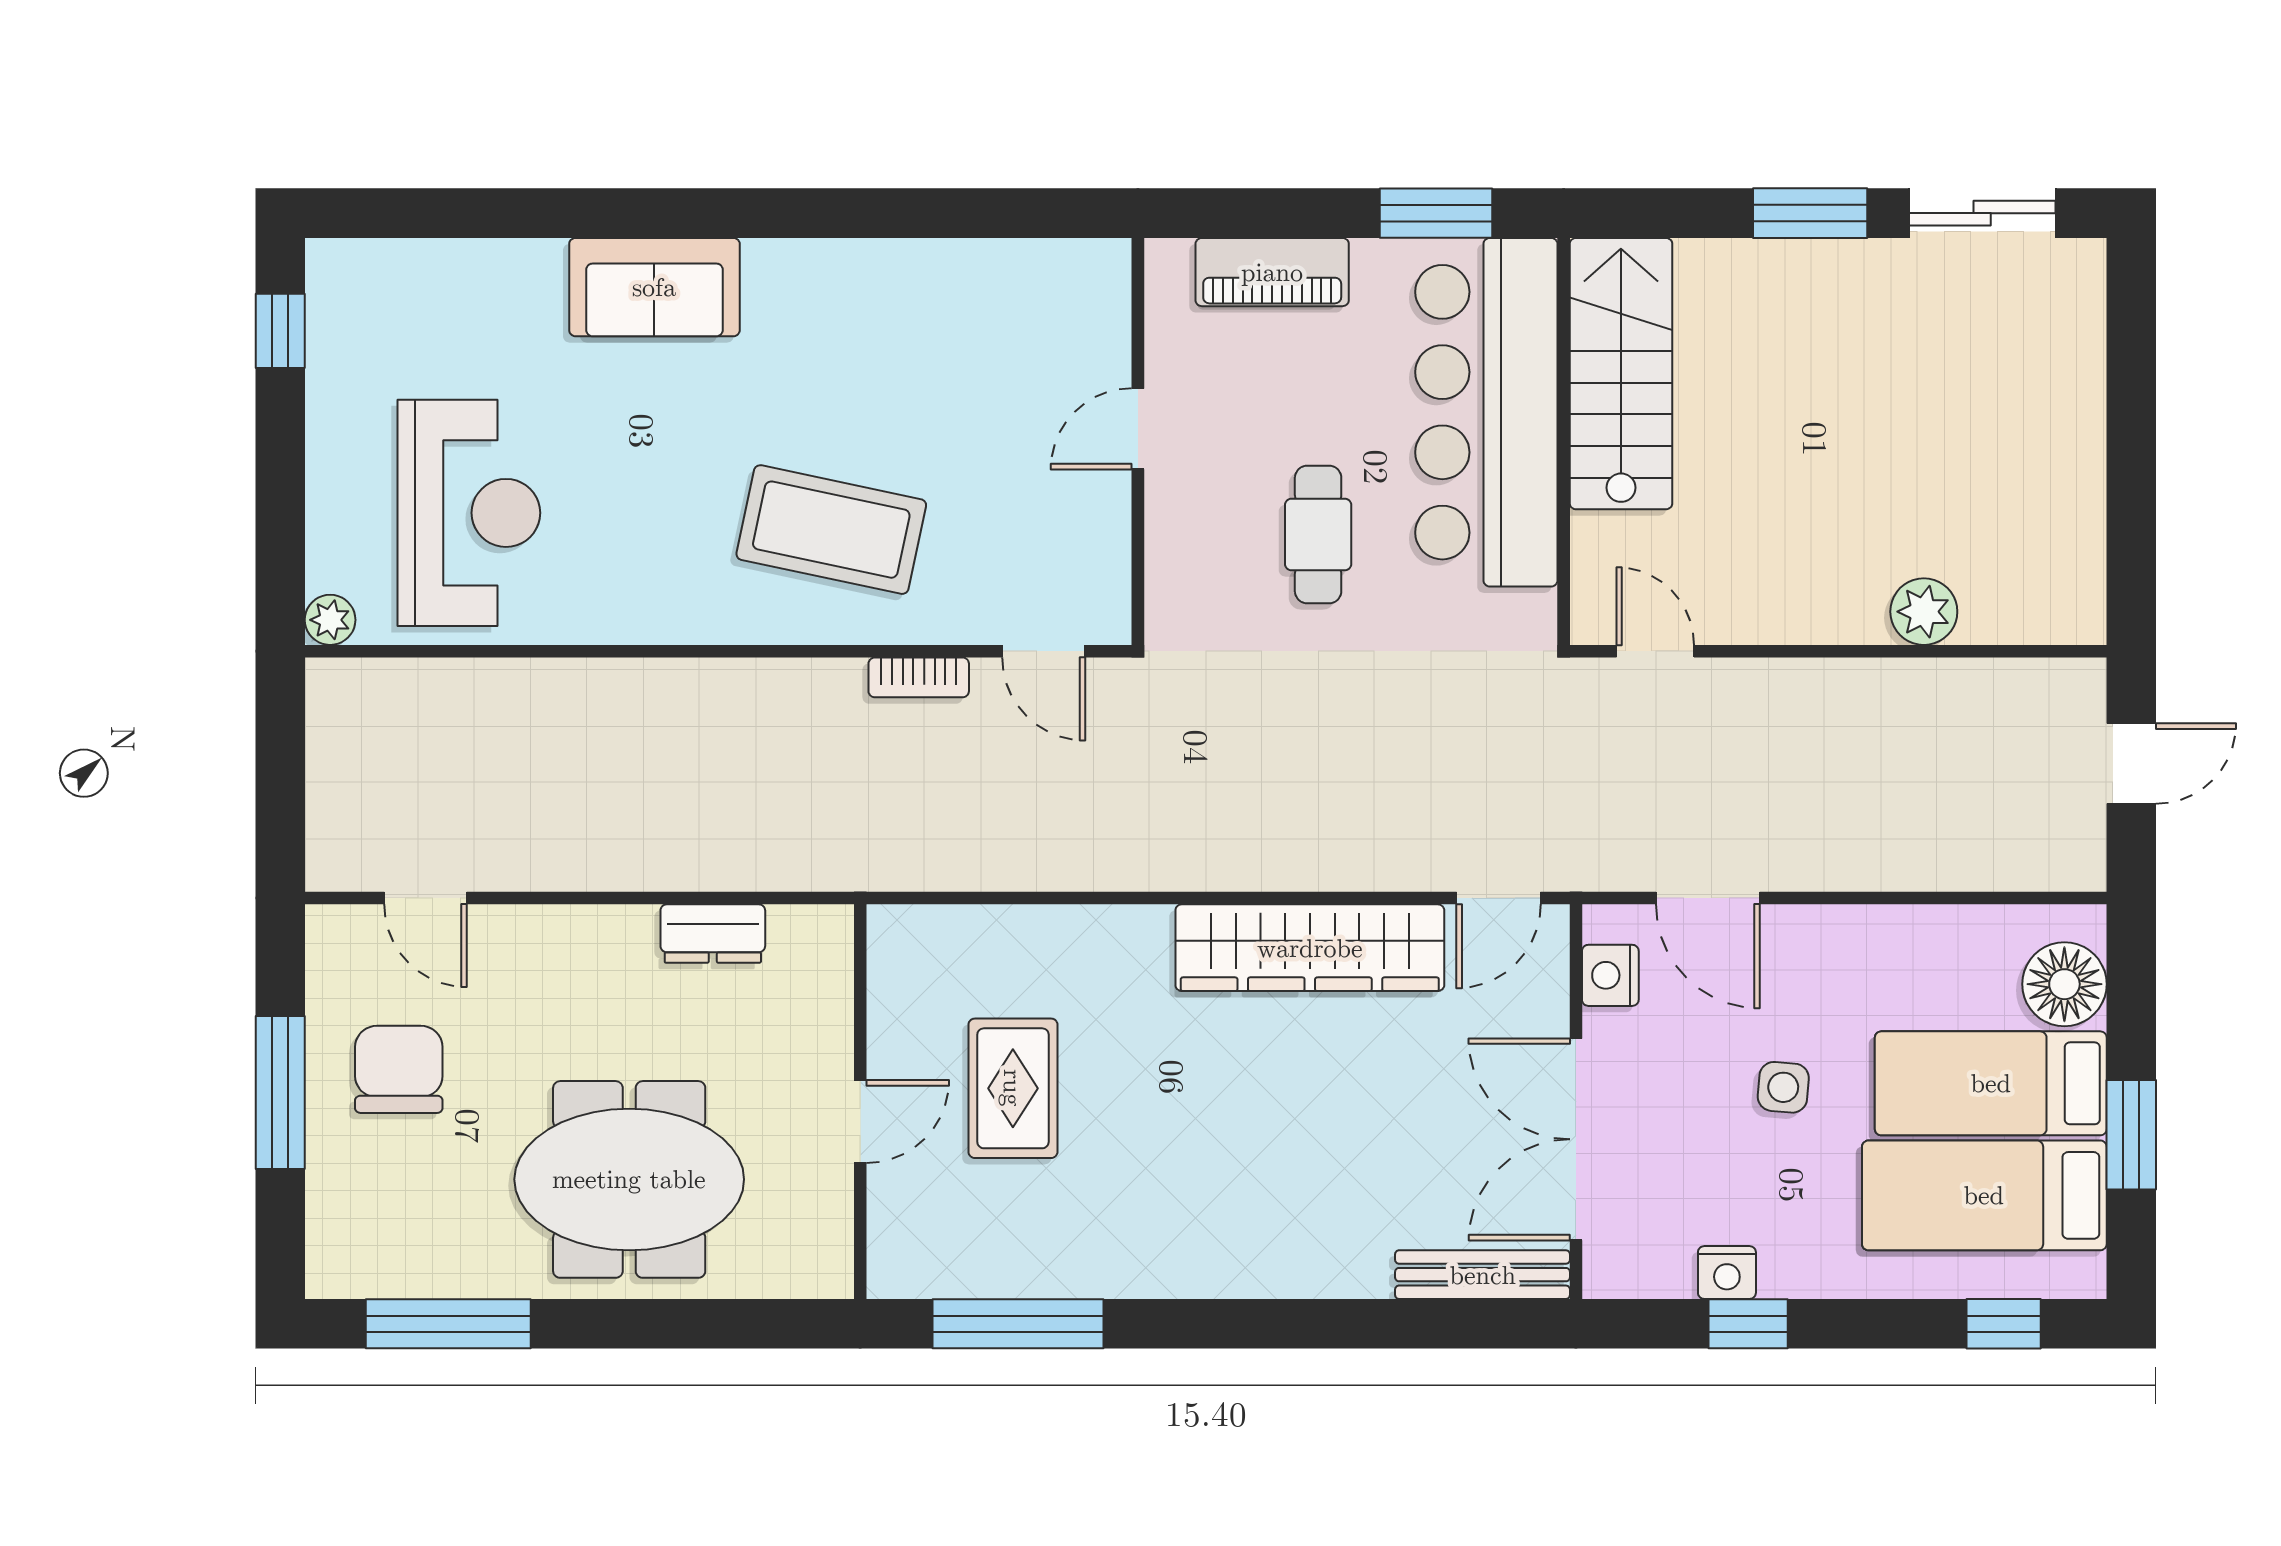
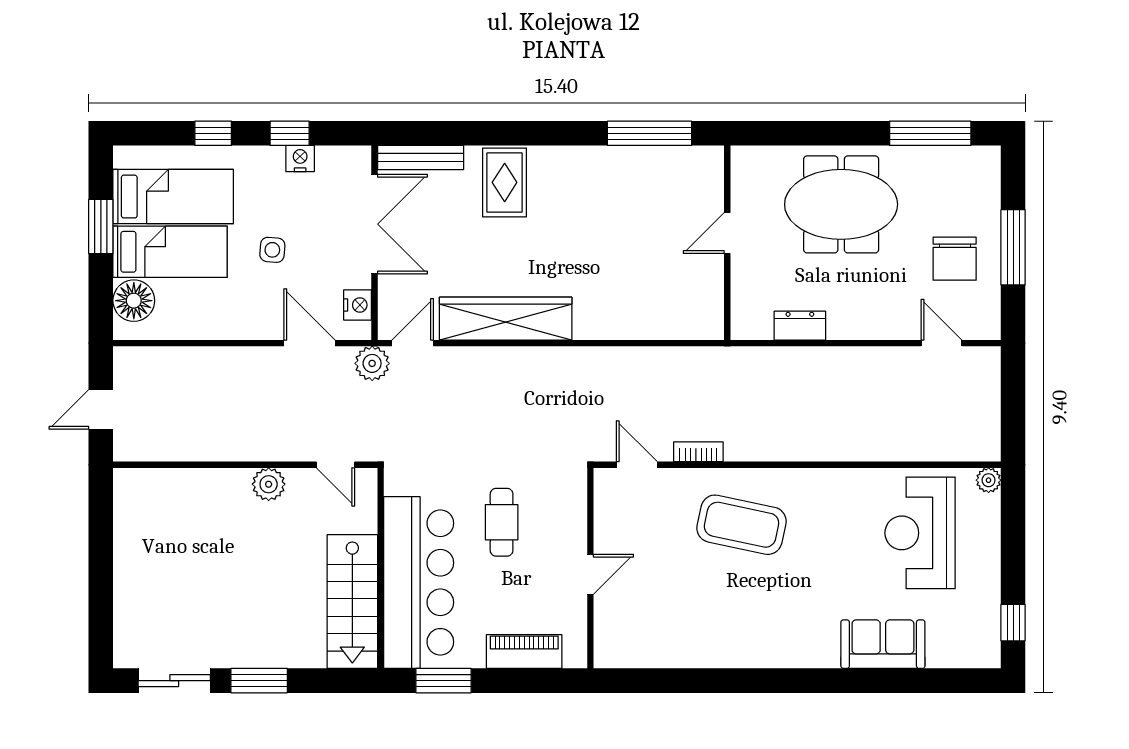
sofa: (654, 287) -> (883, 644), moved
plant: (1924, 612) -> (269, 484), moved
plant: (1581, 857) -> (372, 363), added
rug: (1013, 1088) -> (505, 182), moved
window: (2004, 1324) -> (213, 133), moved

